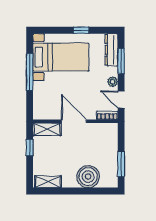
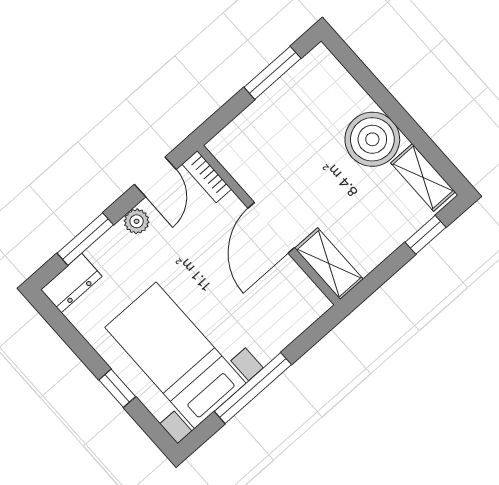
window: (81, 30) -> (117, 388), moved
dresser: (111, 50) -> (71, 283), width x0.70
window: (30, 148) -> (425, 235), moved
boiler: (88, 177) -> (372, 139), moved

